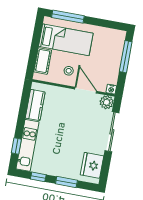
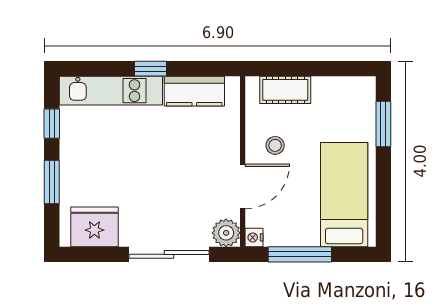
window: (68, 17) -> (383, 124), width x0.69
bed: (66, 40) -> (344, 195), moved, turned 180
window: (126, 57) -> (300, 254), moved
window: (16, 146) -> (150, 69), moved

